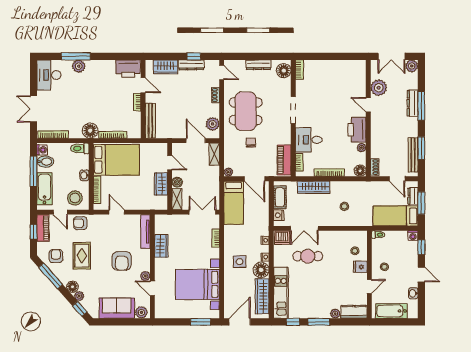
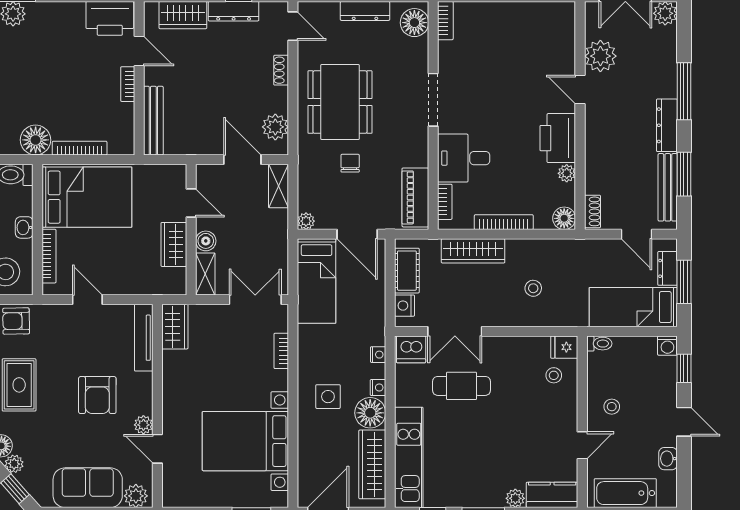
dresser: (413, 103) -> (667, 125), moved
wardrobe: (161, 246) -> (175, 327), moved
fridge: (360, 267) -> (564, 347), moved

